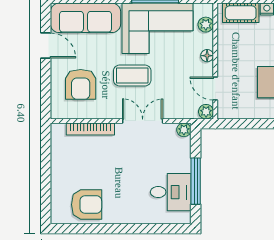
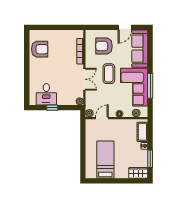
window: (196, 181) -> (52, 108), width x0.46
armchair: (87, 205) -> (40, 49), turned -90

